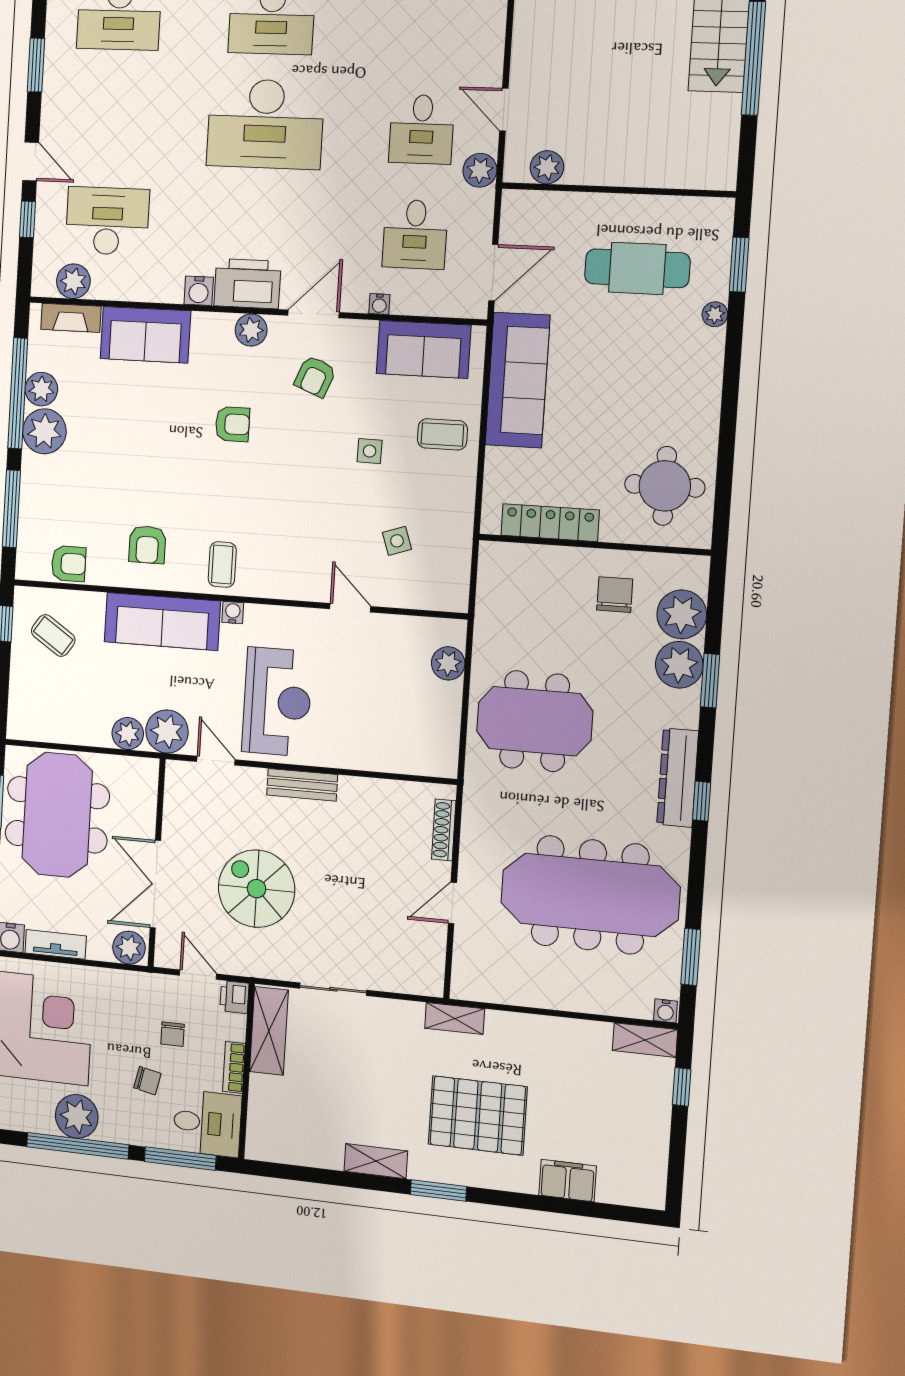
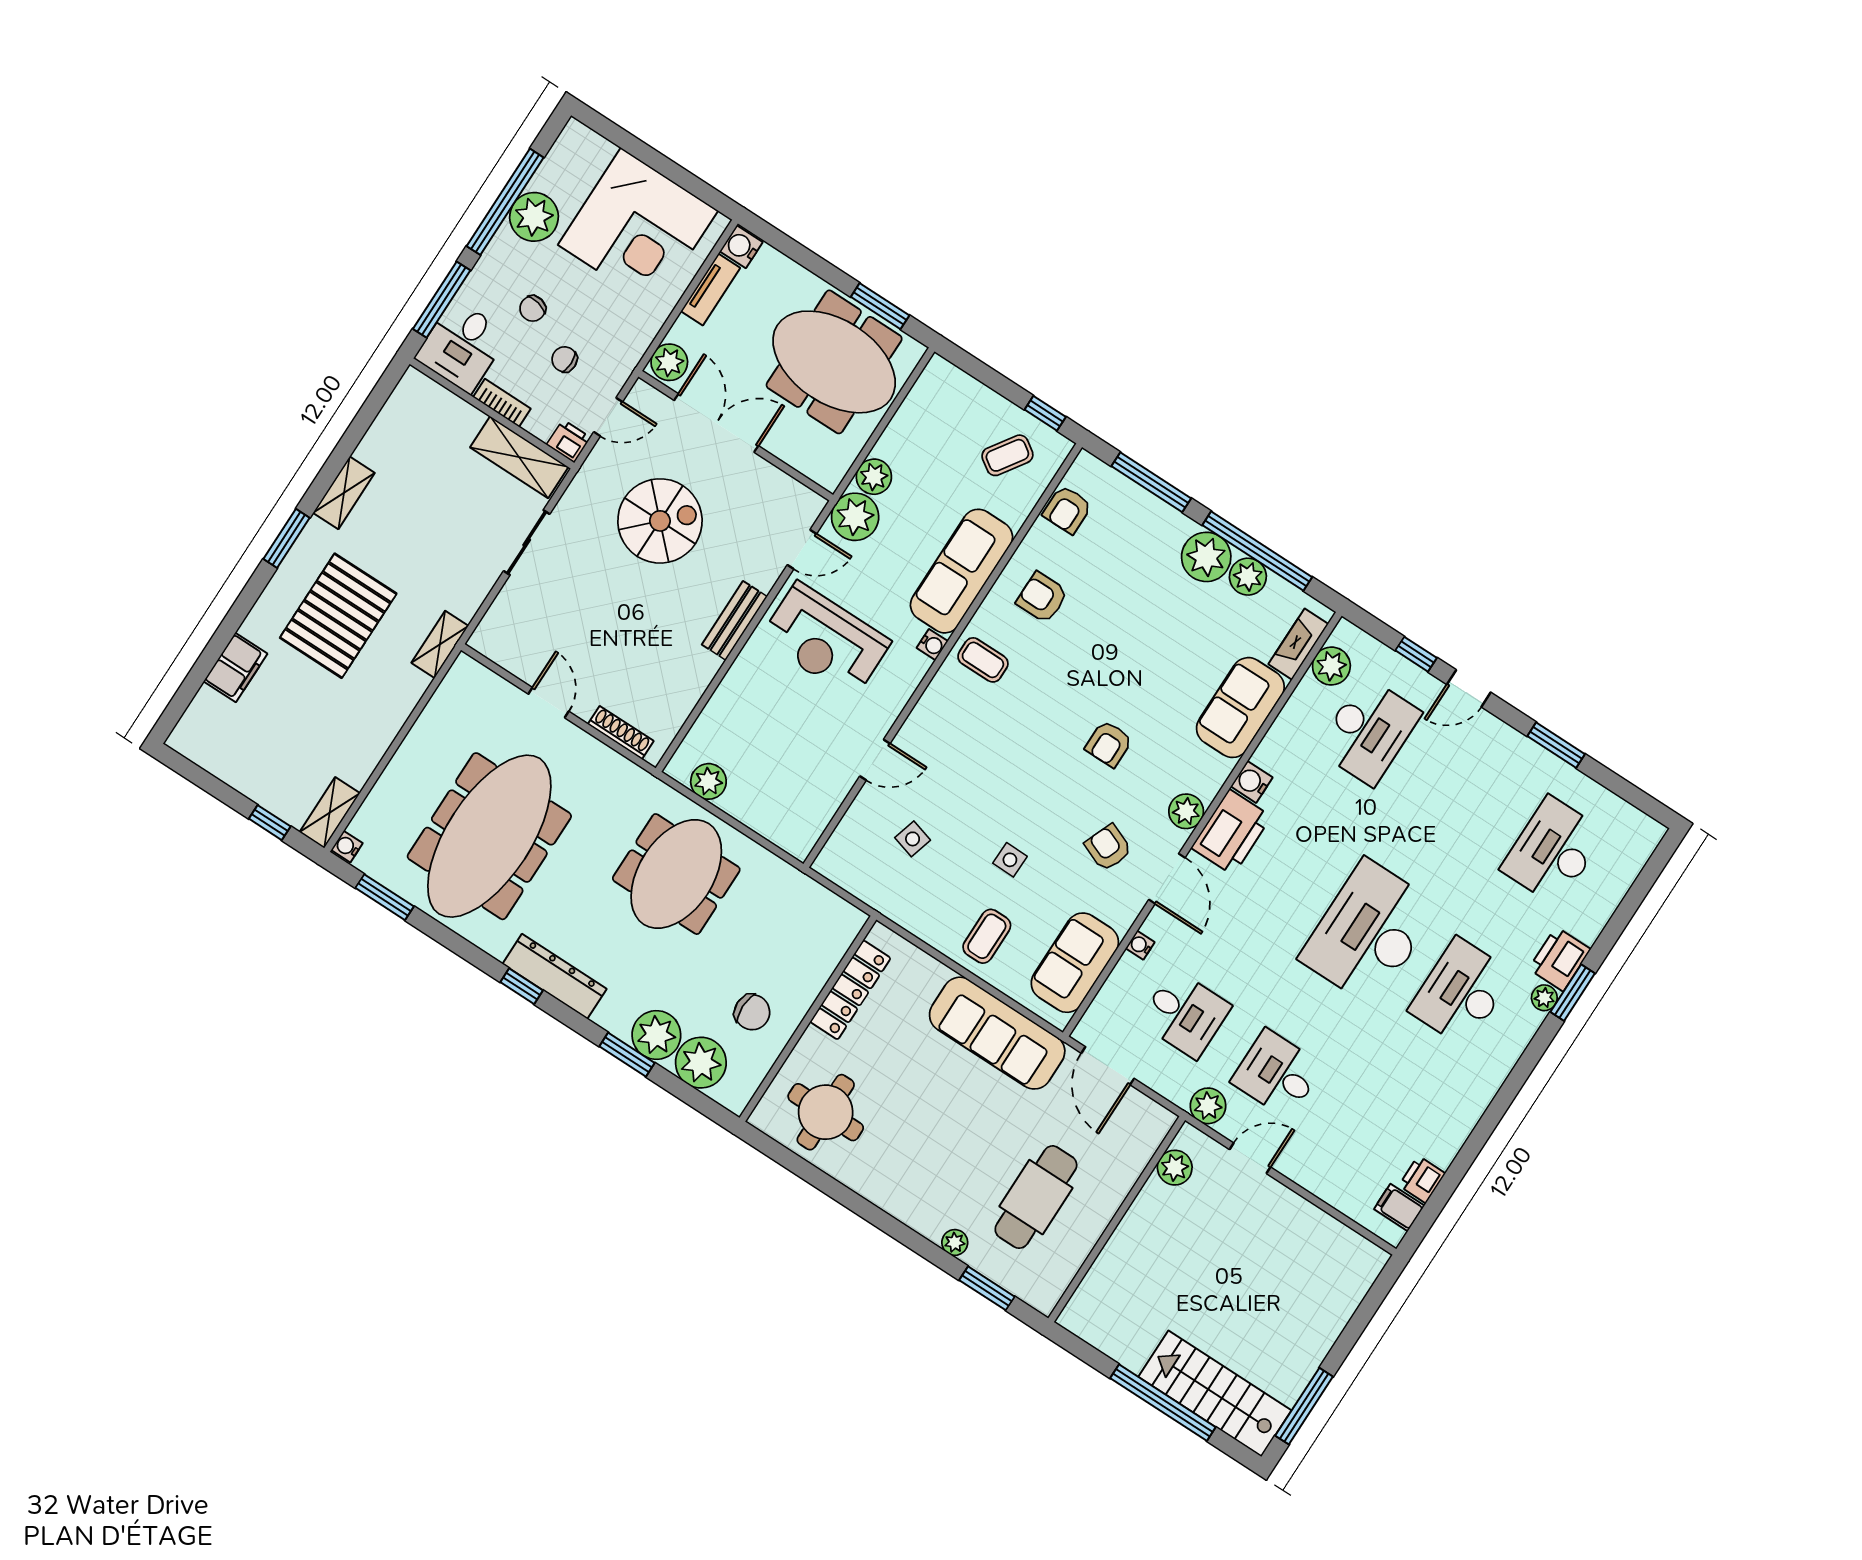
desk: (415, 234) -> (1185, 1014), turned 180
side table: (397, 541) -> (913, 839), turned 35
plant: (448, 663) -> (708, 781), moved

